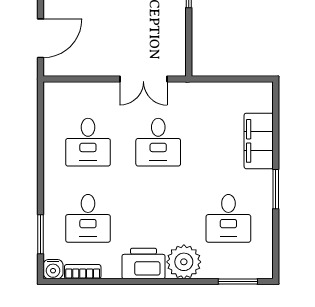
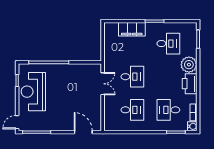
desk: (88, 218) -> (168, 110), turned 180

